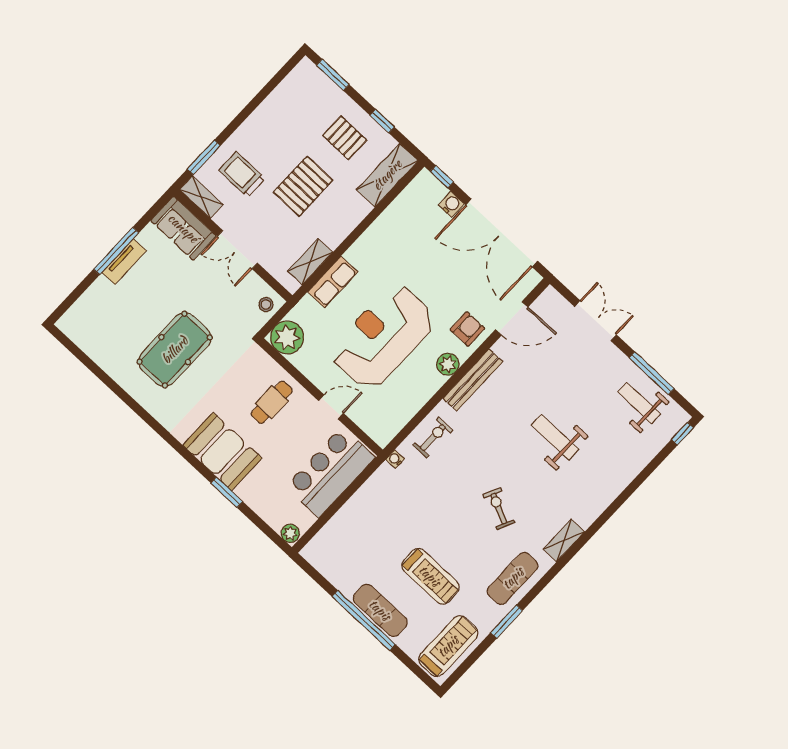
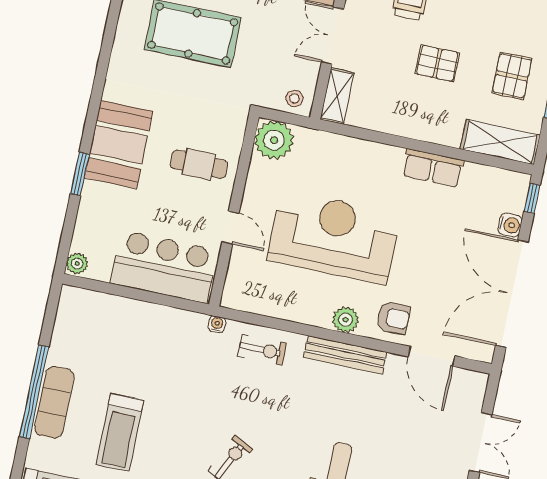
pallet: (303, 186) -> (437, 63), width x0.67, depth x0.71
shelving: (310, 262) -> (337, 96), moved, turned 90
row of seats: (333, 282) -> (433, 168), moved

